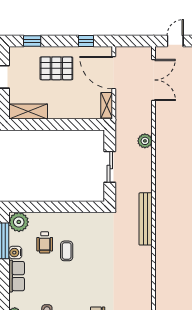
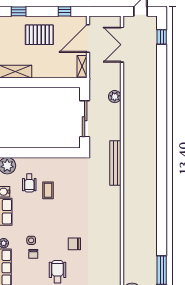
door: (114, 73) -> (88, 38), hinge flipped
double door: (154, 80) -> (122, 45), swing flipped
sliding door: (110, 167) -> (85, 119), width x1.37

